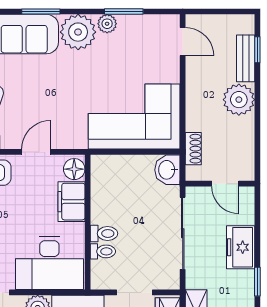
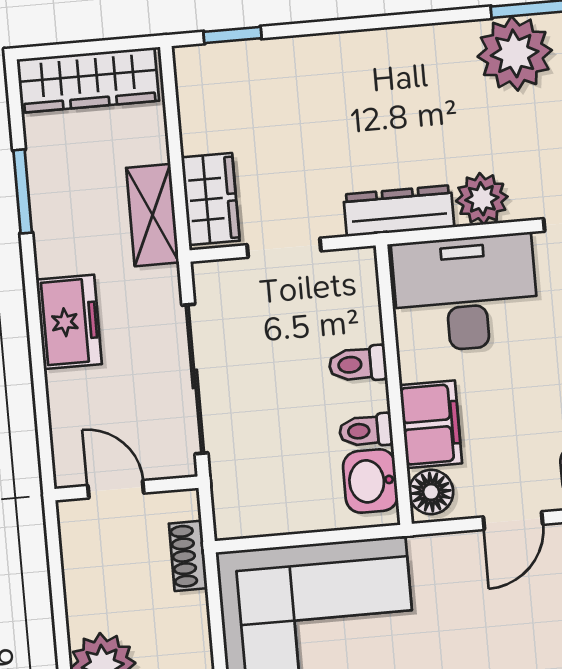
washbasin: (167, 170) -> (370, 481), moved, turned 180
freezer: (241, 247) -> (69, 322), moved
toilet: (103, 251) -> (366, 431), moved
window: (257, 282) -> (31, 292), removed

